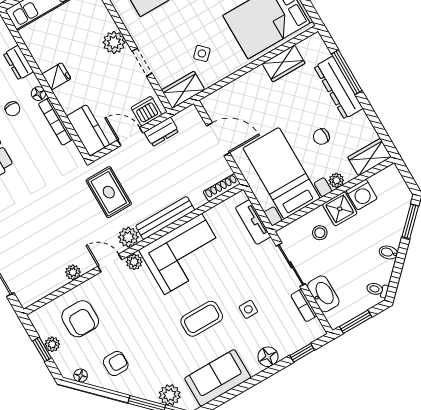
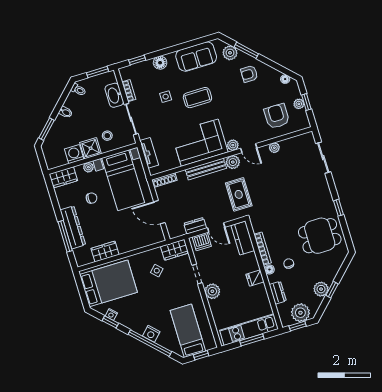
armchair: (116, 364) -> (249, 74), moved

